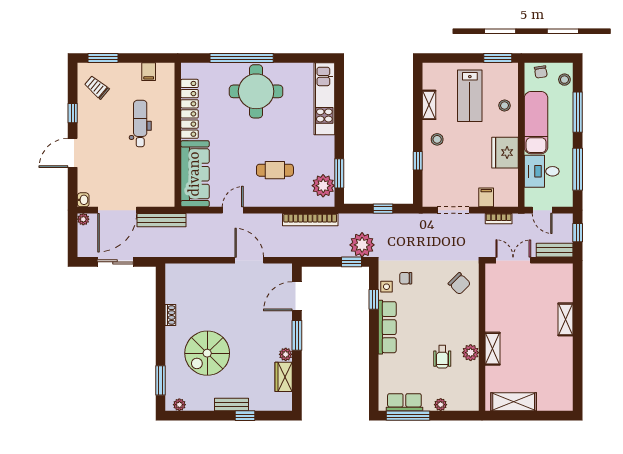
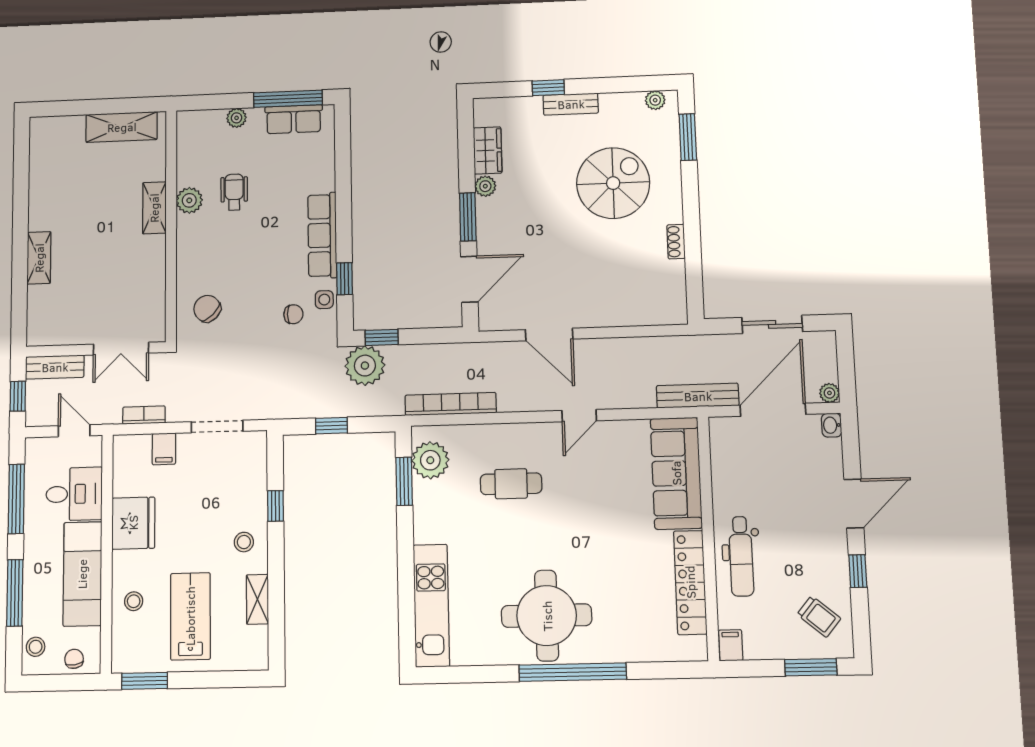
locker: (189, 109) -> (690, 582), moved
wall: (178, 135) -> (708, 538), moved
sofa: (195, 174) -> (676, 473), moved

